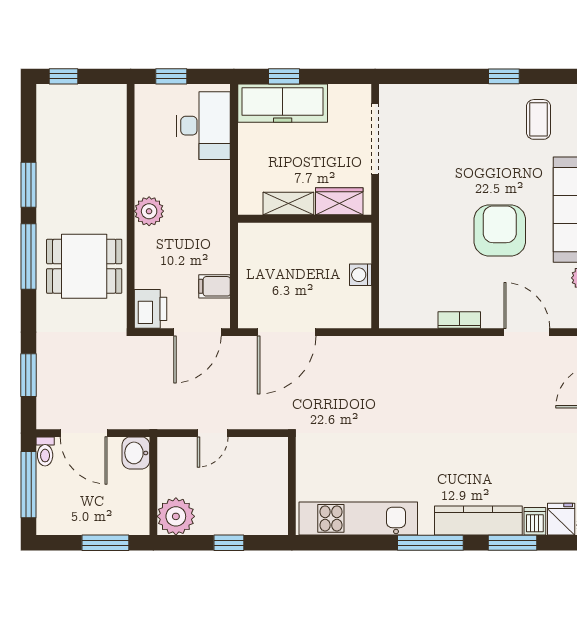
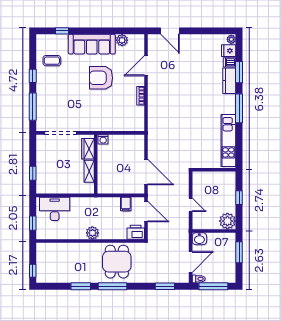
window: (435, 76) -> (33, 107), added
freezer: (283, 103) -> (45, 174), removed
washing machine: (360, 275) -> (103, 139), moved
kitchen counter: (478, 521) -> (229, 81), width x0.67

